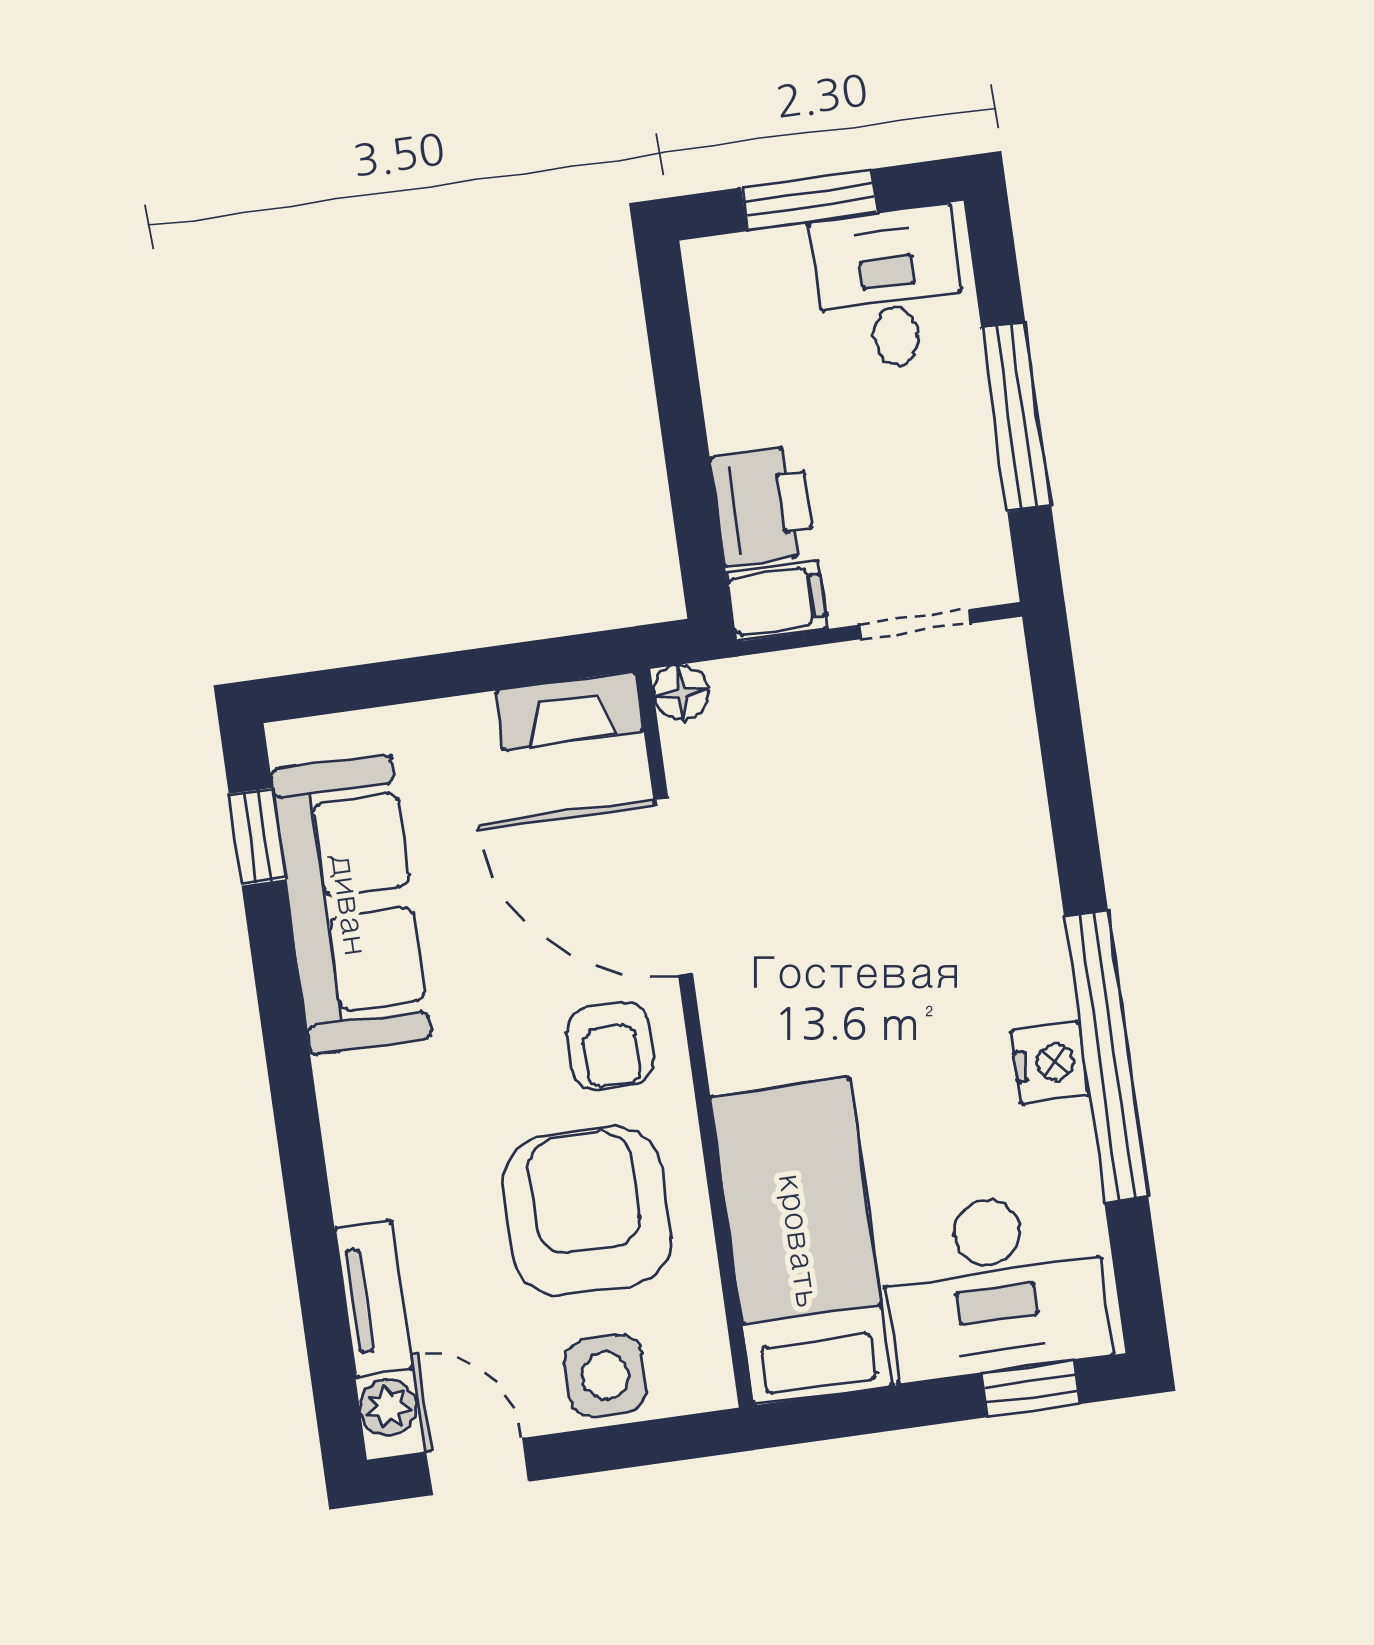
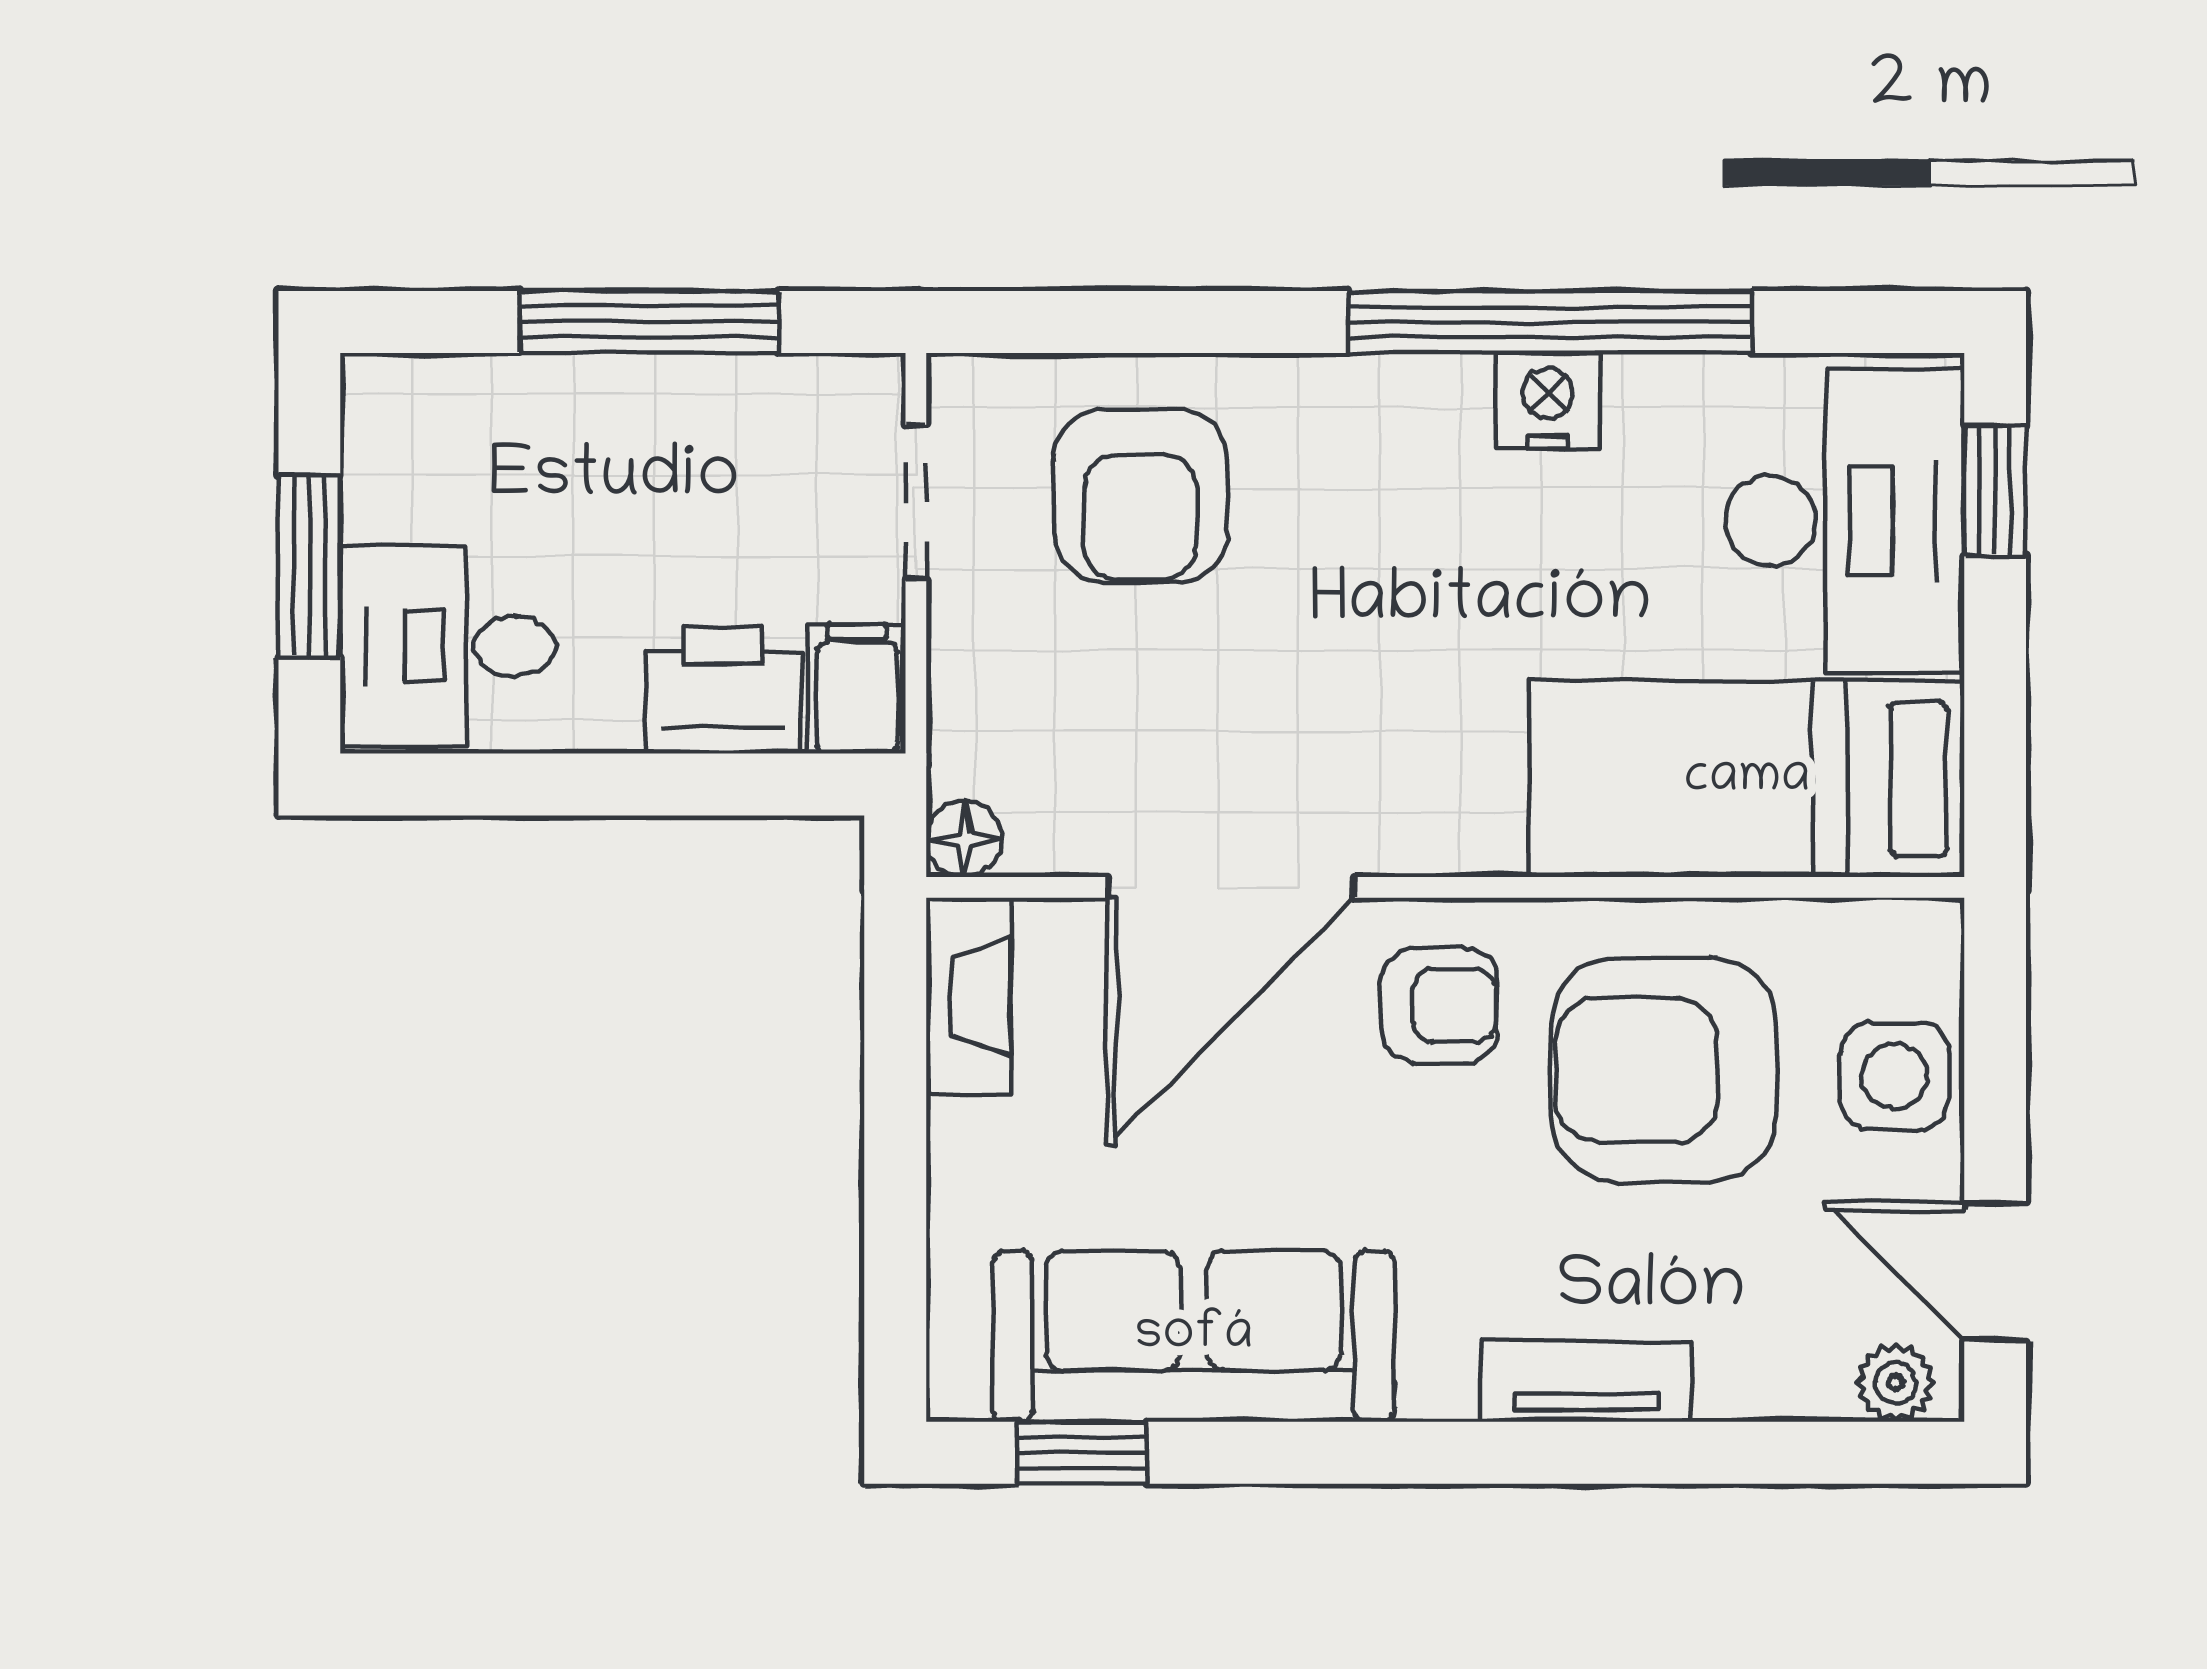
desk: (890, 289) -> (448, 646), moved
armchair: (942, 783) -> (1140, 496), added
tv unit: (373, 1299) -> (1586, 1382), moved
door: (477, 1467) -> (1995, 1271), hinge flipped

